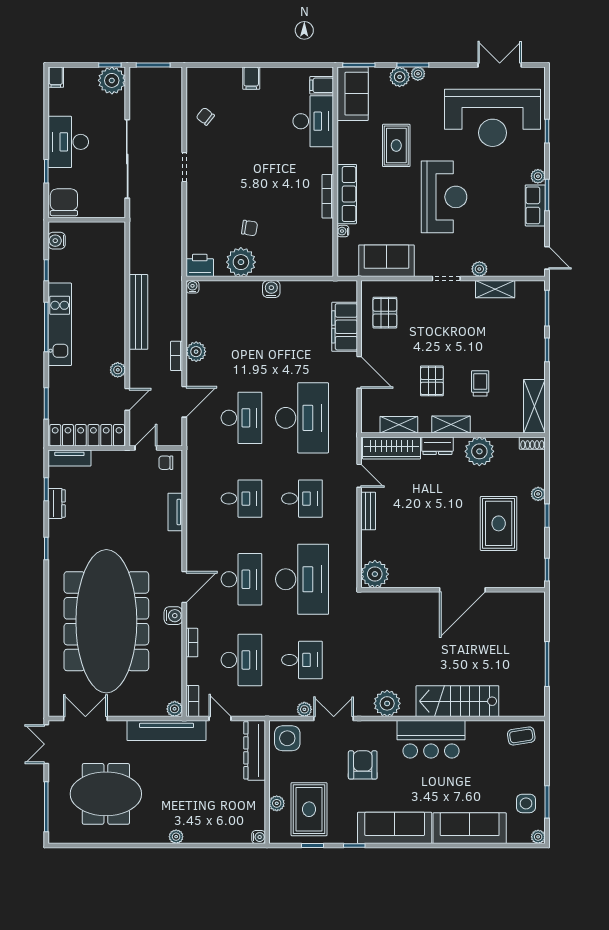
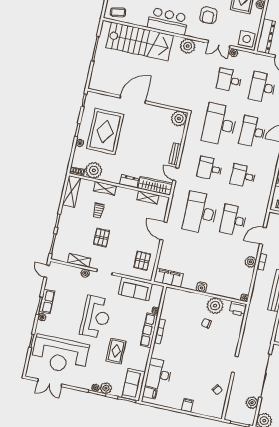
plant: (140, 107) -> (252, 403), added
reception desk: (493, 118) -> (60, 355), turned 180
reception desk: (444, 197) -> (96, 317), turned 180
filing cabinet: (345, 327) -> (168, 278), moved, turned -90
pallet: (432, 381) -> (102, 238), moved
shelving: (451, 425) -> (105, 188), moved
plant: (479, 451) -> (94, 170), moved
rug: (499, 523) -> (105, 131), width x1.37, depth x1.44
stairs: (457, 701) -> (140, 41), width x1.36, depth x1.51

